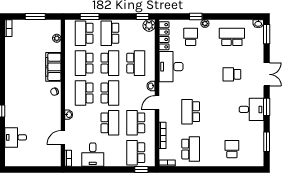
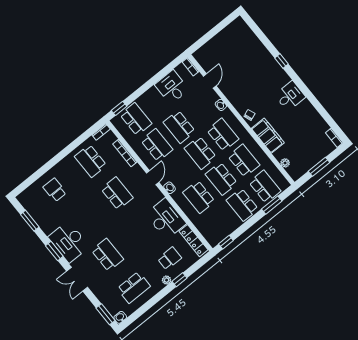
plant: (149, 25) -> (214, 239), removed
school desk: (110, 33) -> (242, 205), turned 180
school desk: (191, 37) -> (170, 258), turned -90
school desk: (232, 74) -> (107, 255), width x1.85
desk: (251, 109) -> (69, 242), width x1.37
desk: (16, 137) -> (290, 96), moved
school desk: (232, 149) -> (55, 190), turned 180

